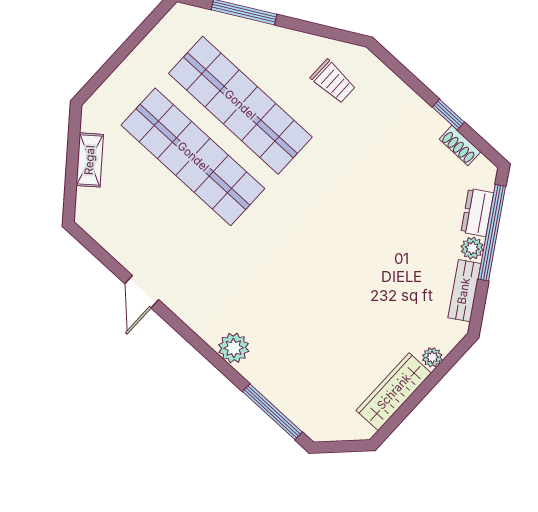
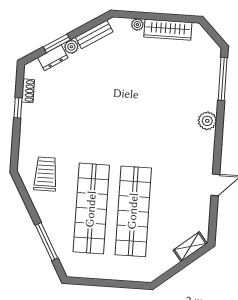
trolley: (333, 82) -> (46, 174), width x1.36, depth x1.39
shelving: (90, 160) -> (190, 247), moved
window: (492, 233) -> (57, 43), width x0.47

